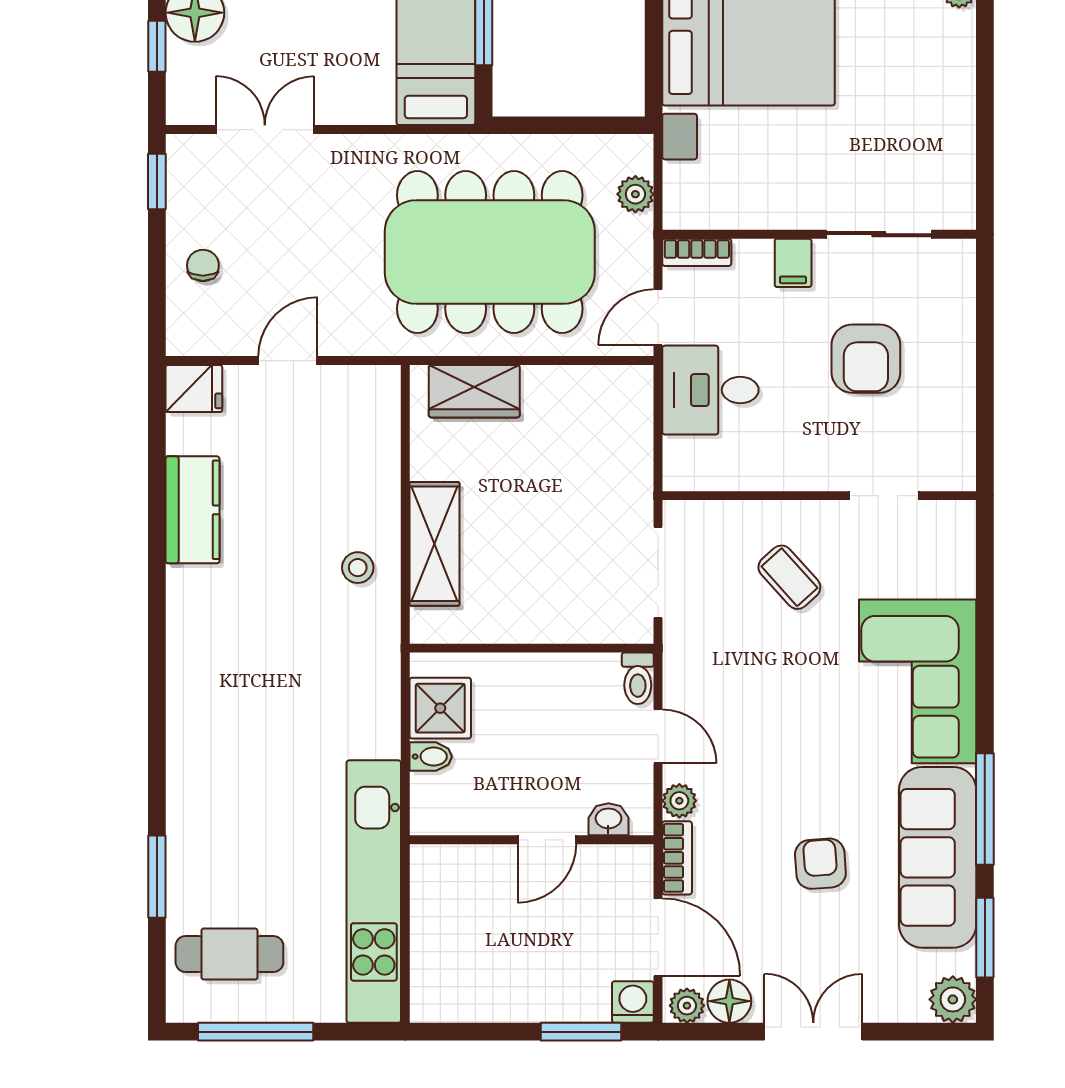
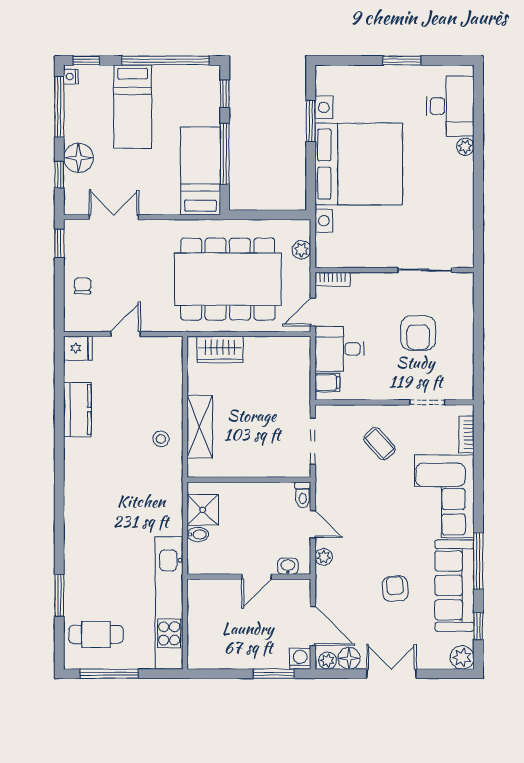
filing cabinet: (793, 263) -> (327, 382), moved, turned -90
bookcase: (677, 858) -> (467, 435), moved, turned 180
window: (985, 938) -> (478, 626), width x0.67

